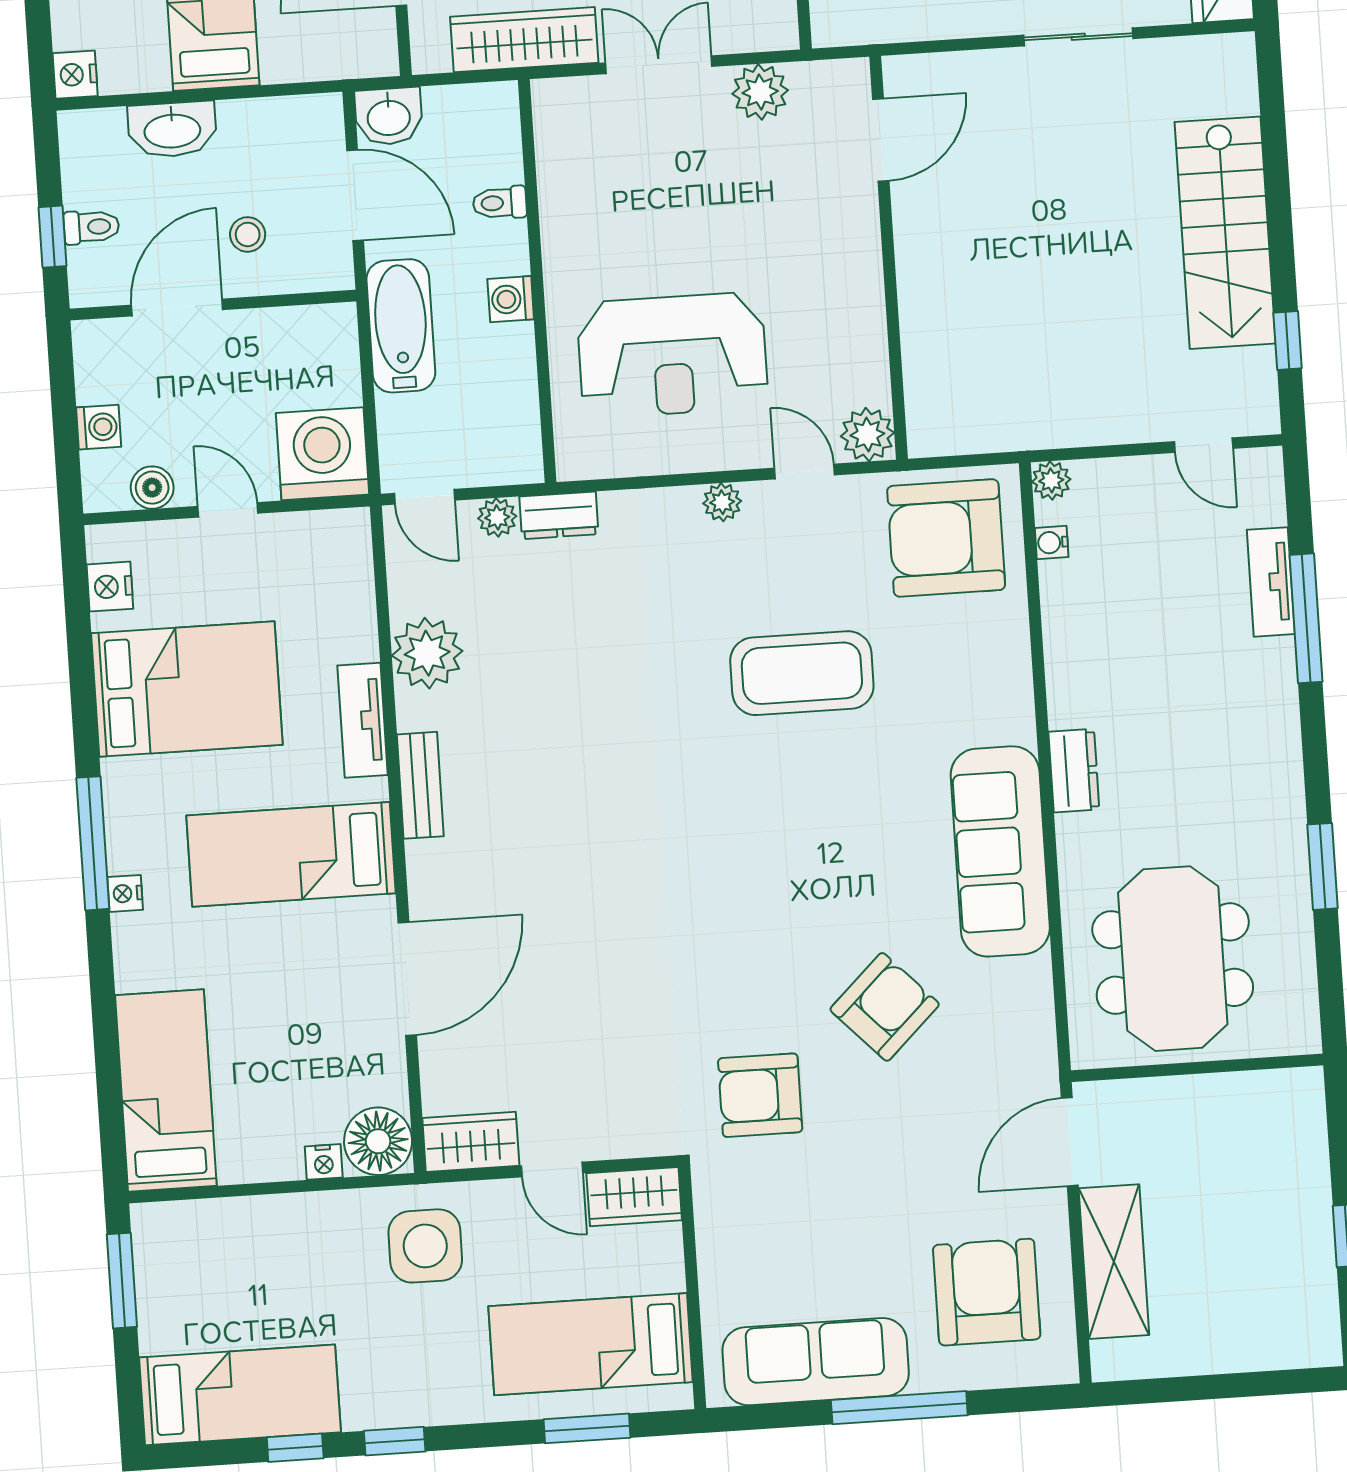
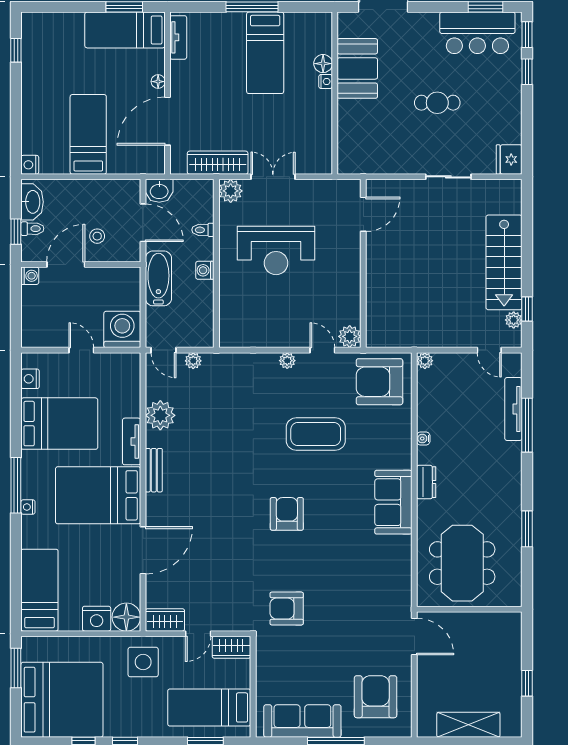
plant: (760, 92) -> (231, 191), moved
washbasin: (172, 129) -> (32, 202), moved, turned -90
reception desk: (672, 355) -> (276, 250), moved
plant: (1257, 369) -> (514, 320), added
washing machine: (99, 427) -> (30, 276), moved
boiler: (152, 488) -> (50, 339), removed
dresser: (559, 515) -> (219, 362), removed
water cooler: (1052, 542) -> (423, 439), moved
tv unit: (1271, 582) -> (513, 409), width x1.41
sofa: (1000, 851) -> (393, 502), width x0.73
bed: (291, 854) -> (98, 495), width x1.50
armchair: (885, 1007) -> (287, 514), moved, turned -46
door: (1070, 1142) -> (414, 636), swing flipped
nightstand: (324, 1162) -> (97, 619), width x1.89, depth x1.79
door: (552, 1170) -> (198, 634), hinge flipped
shelving: (1114, 1262) -> (468, 725), moved, turned 90
bed: (240, 1395) -> (62, 700), width x2.04

